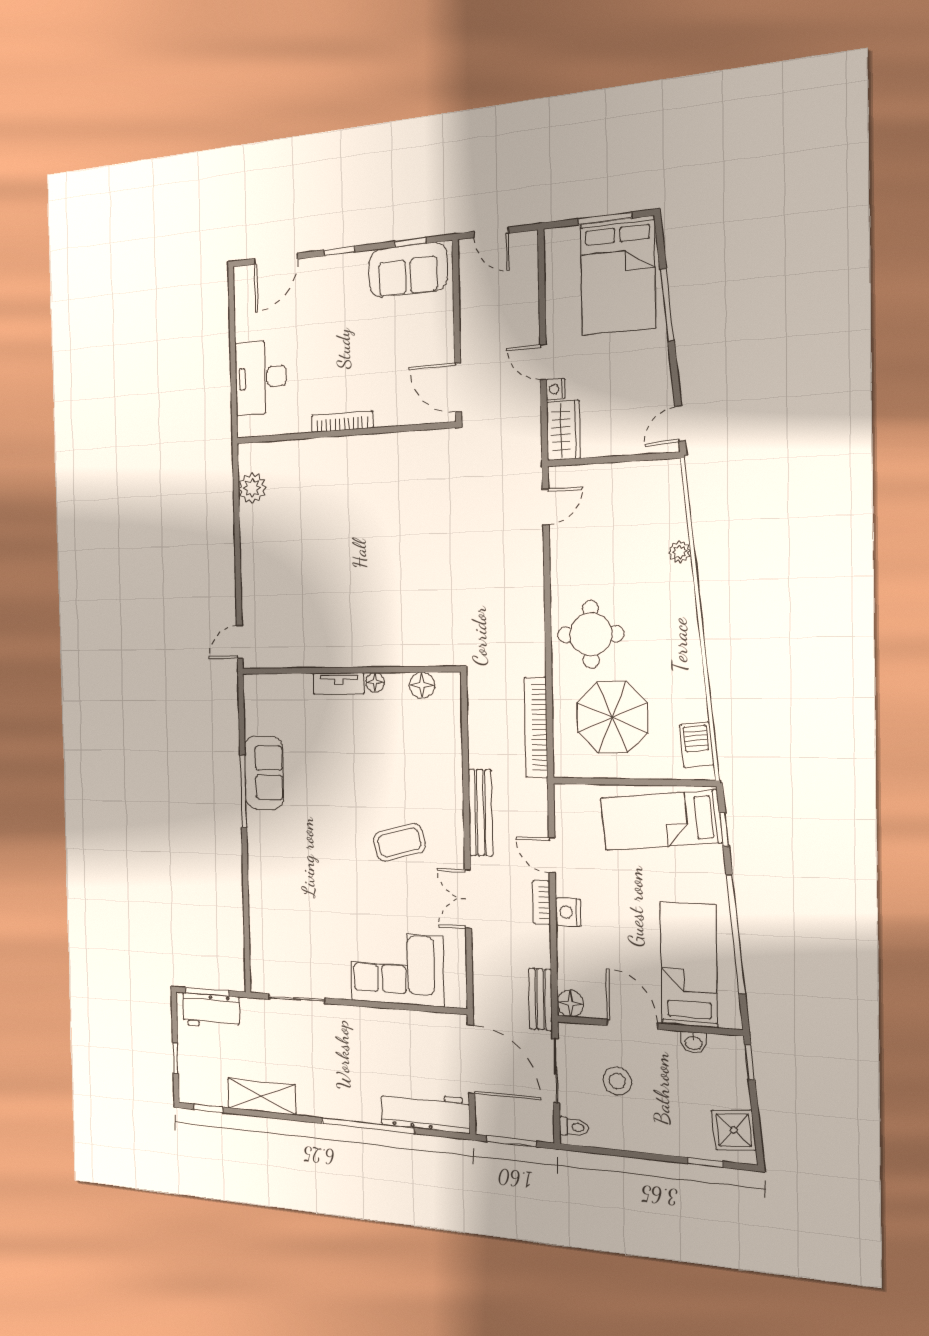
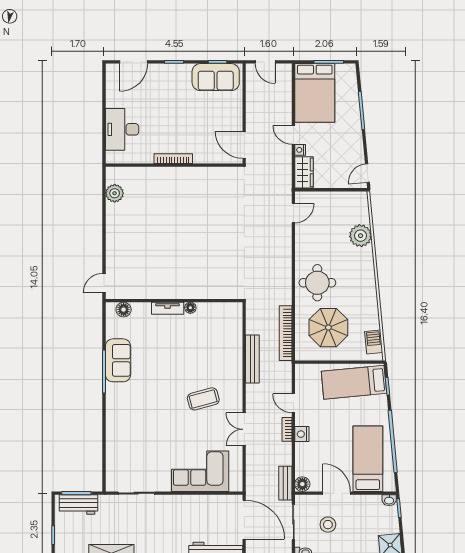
bed: (618, 276) -> (315, 93), moved
plant: (680, 552) -> (361, 236), width x1.88, depth x1.88
floor lamp: (422, 685) -> (124, 310), moved
bench: (480, 813) -> (252, 359), moved
washbasin: (693, 1043) -> (389, 500), moved

